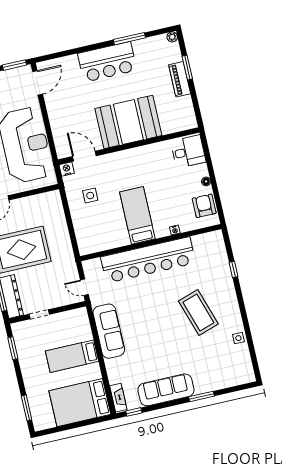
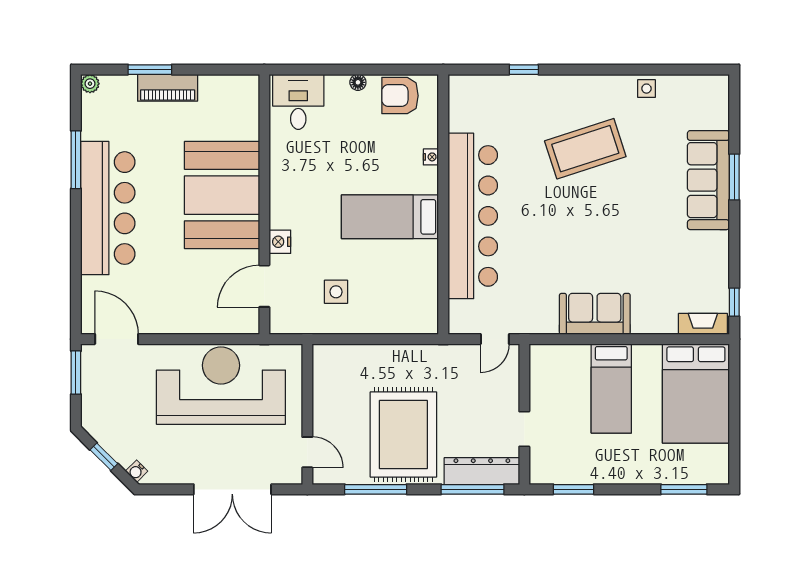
bar counter: (107, 62) -> (108, 208), width x1.36
nightstand: (67, 169) -> (280, 242), moved
sofa: (109, 331) -> (595, 314), width x0.73
sofa: (166, 390) -> (708, 180), moved

